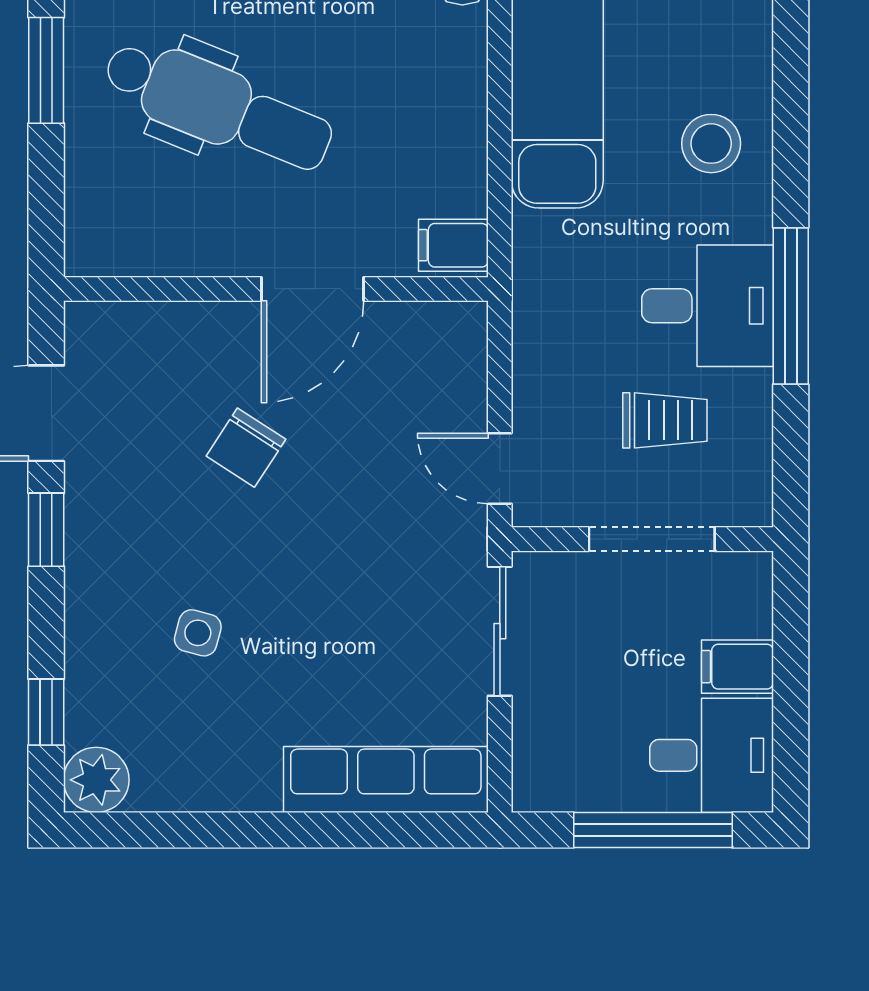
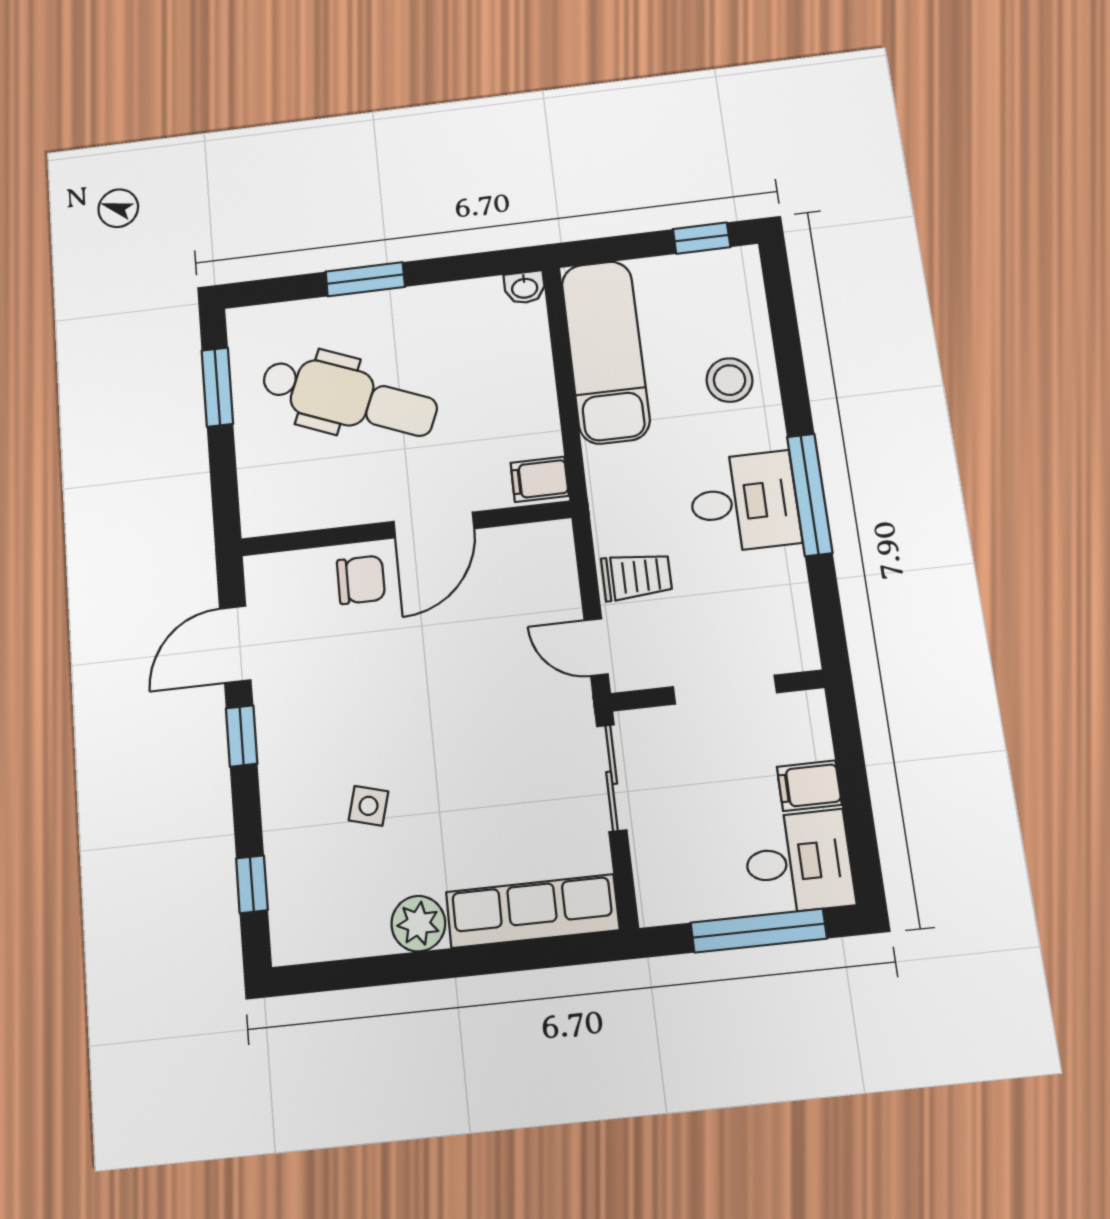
trolley: (665, 420) -> (637, 576), moved
chair: (246, 448) -> (361, 580), moved, turned -123
plant: (96, 780) -> (418, 924), moved

